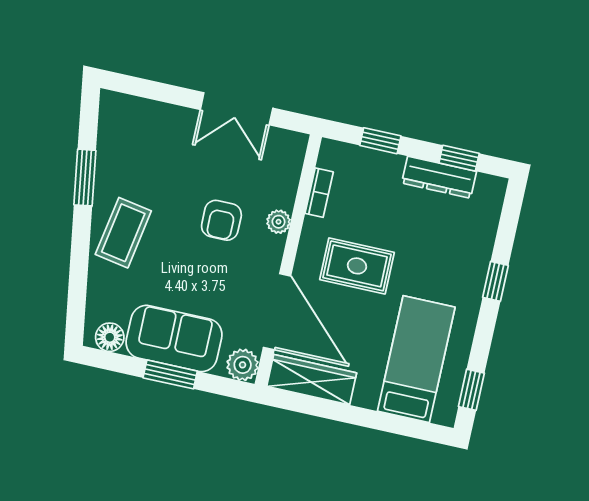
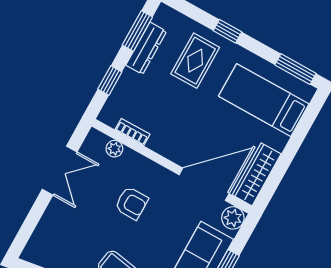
window: (459, 158) -> (137, 31), width x1.50
plant: (279, 222) -> (114, 149), moved
rug: (357, 266) -> (195, 61), moved
window: (471, 390) -> (295, 69), width x1.50

